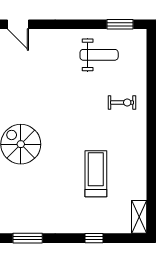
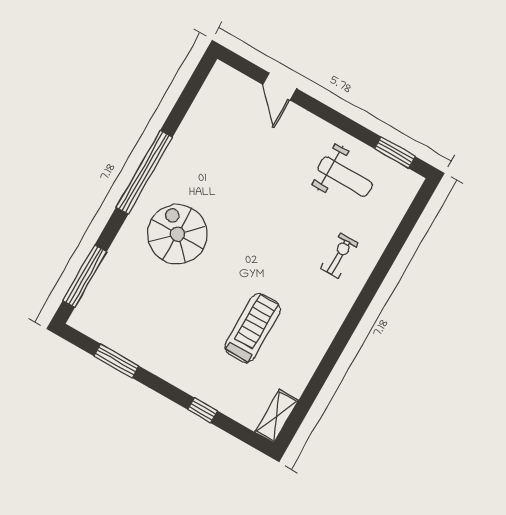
door: (18, 24) -> (279, 86), moved
exercise bike: (122, 103) -> (339, 255), turned -90

